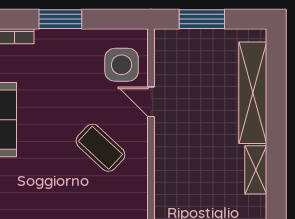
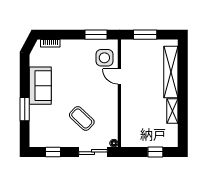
window: (60, 19) -> (96, 35), moved
coffee table: (100, 148) -> (82, 118), moved

